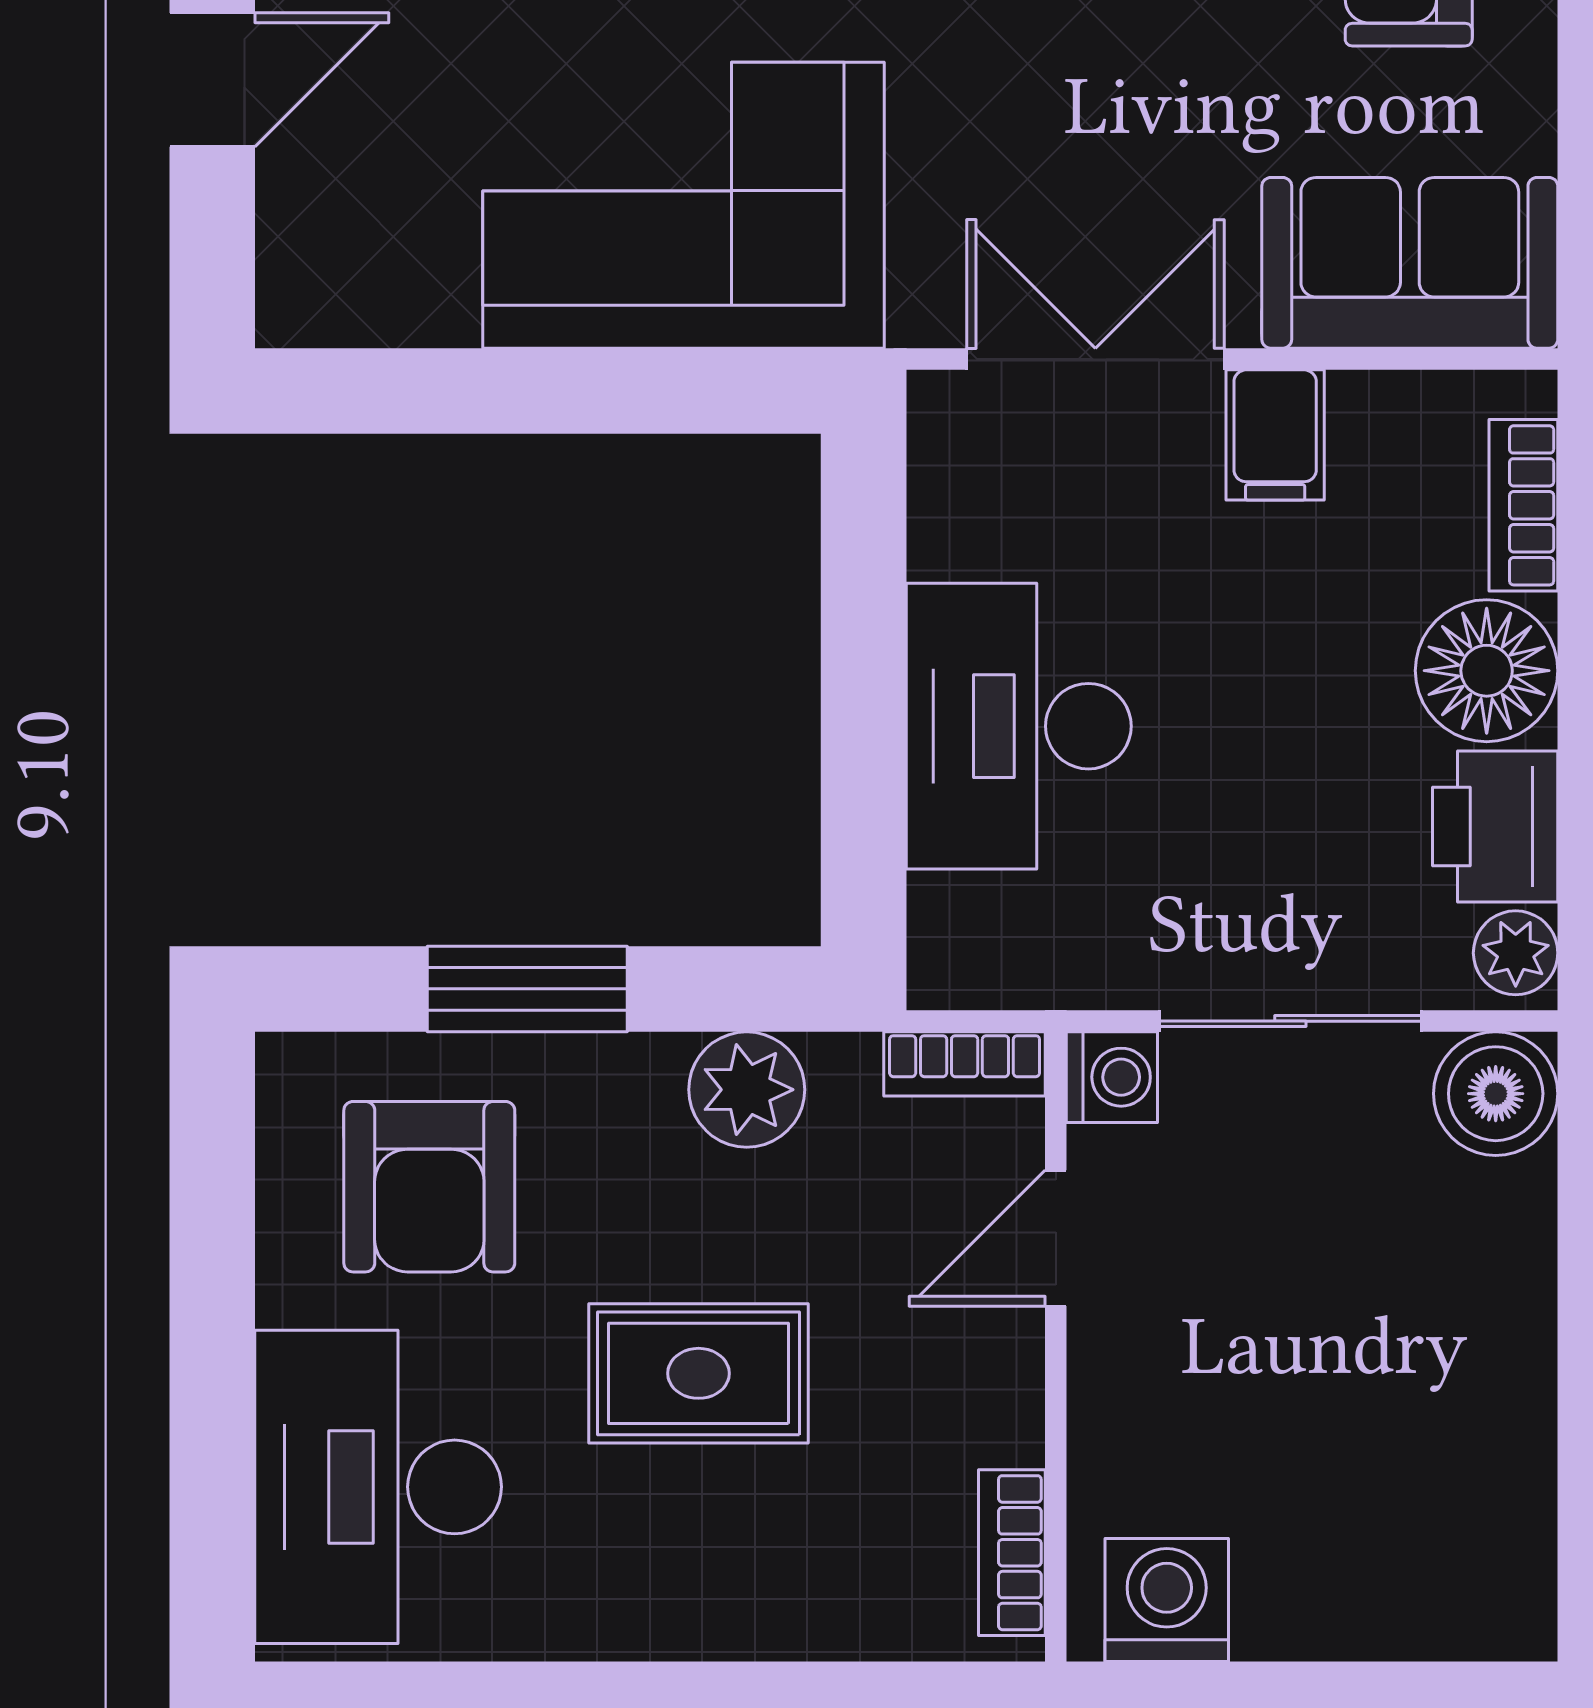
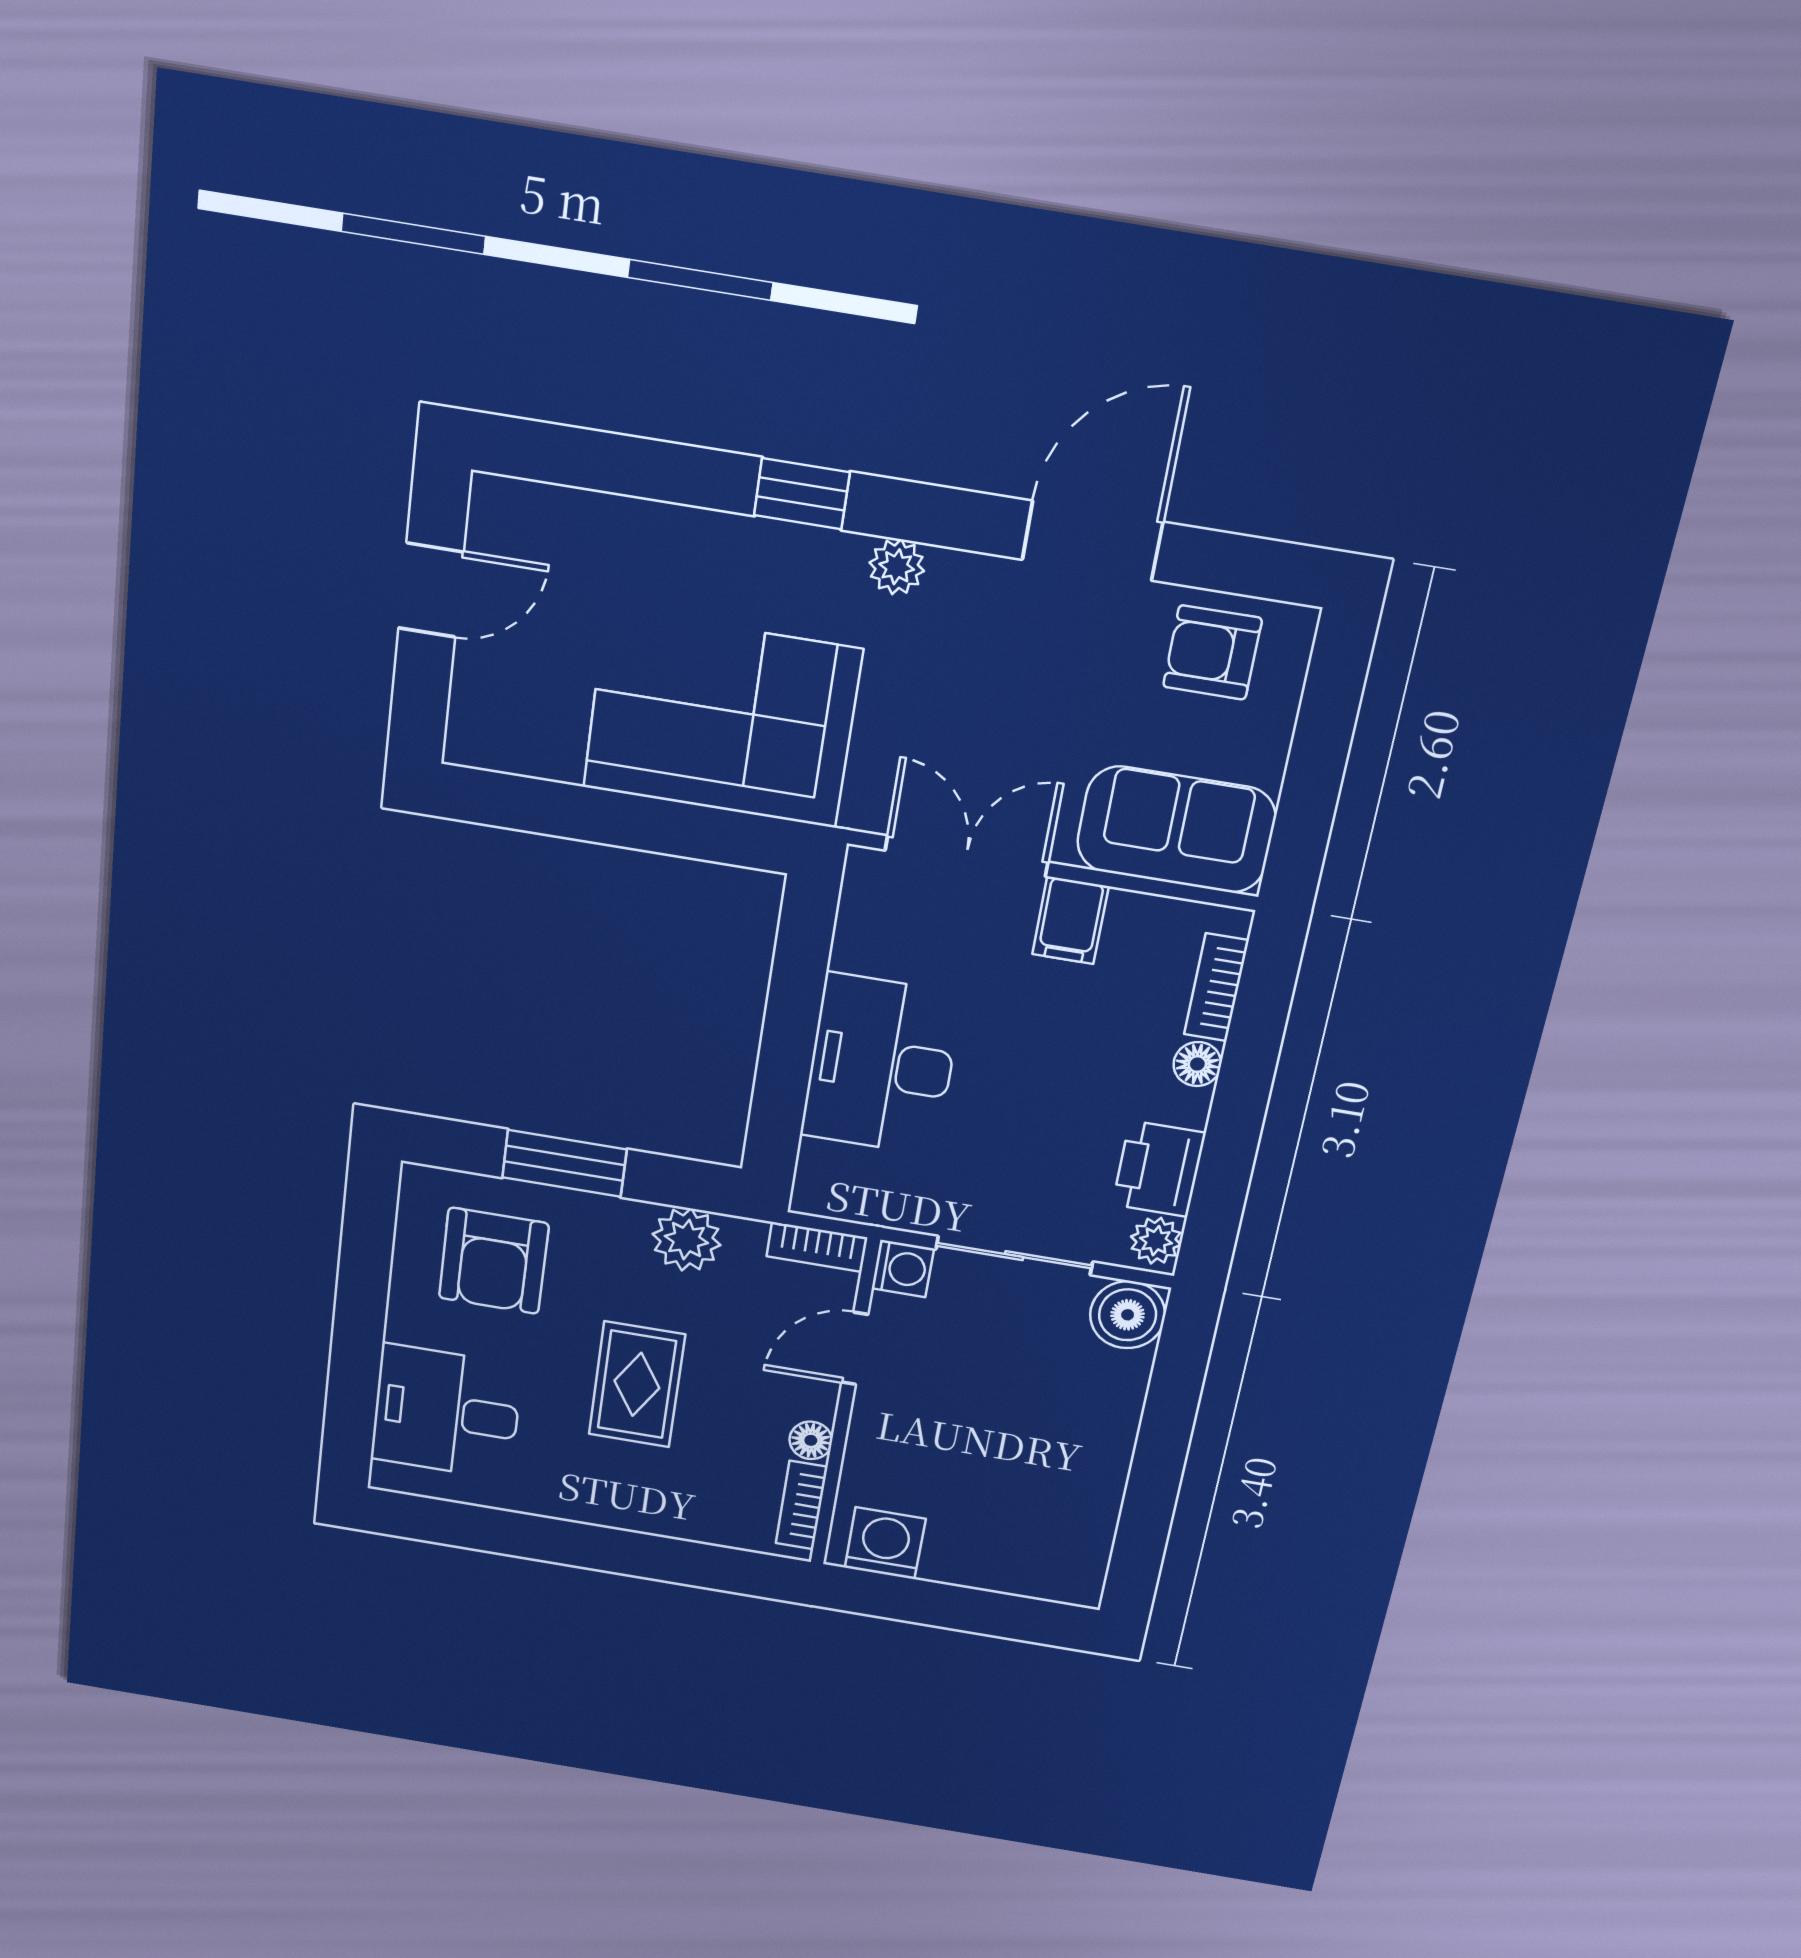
floor lamp: (1487, 671) -> (1197, 1064), width x0.53, depth x0.53
rug: (699, 1373) -> (637, 1384), turned 90
floor lamp: (1009, 1425) -> (811, 1440), added
desk: (378, 1487) -> (446, 1412), width x0.73

